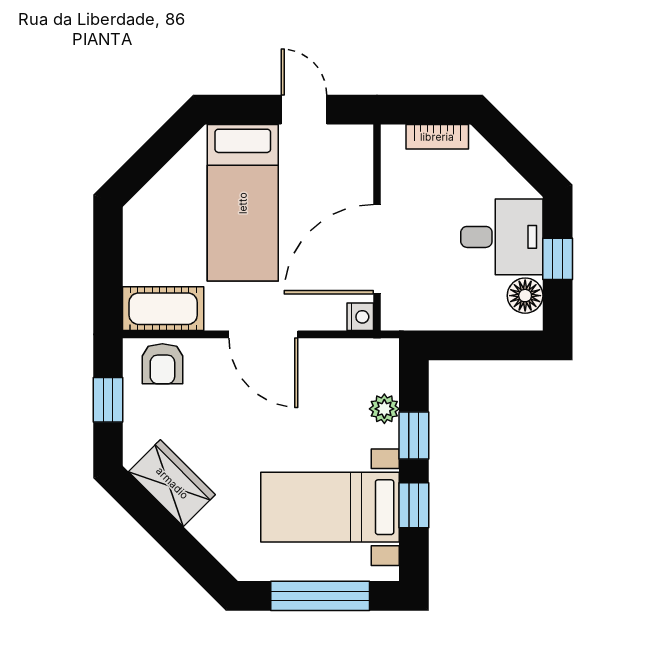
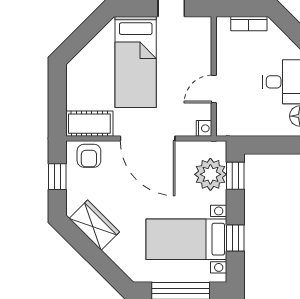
door: (377, 249) -> (214, 89), width x0.53
door: (263, 334) -> (148, 139), width x1.36
plant: (384, 409) -> (210, 174), width x1.87, depth x1.87
window: (414, 436) -> (235, 176), moved

